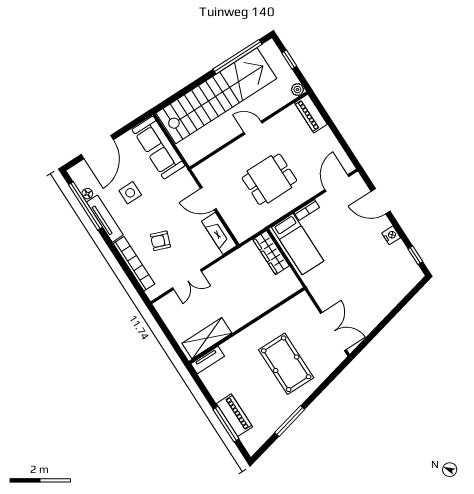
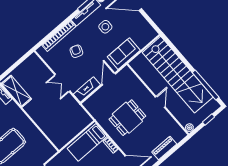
piano: (311, 113) -> (164, 148), moved
sofa: (158, 148) -> (124, 54), moved, width x0.73
dining table: (269, 179) -> (127, 118), turned 90
wardrobe: (271, 253) -> (79, 126), removed
double door: (187, 280) -> (62, 83), moved

